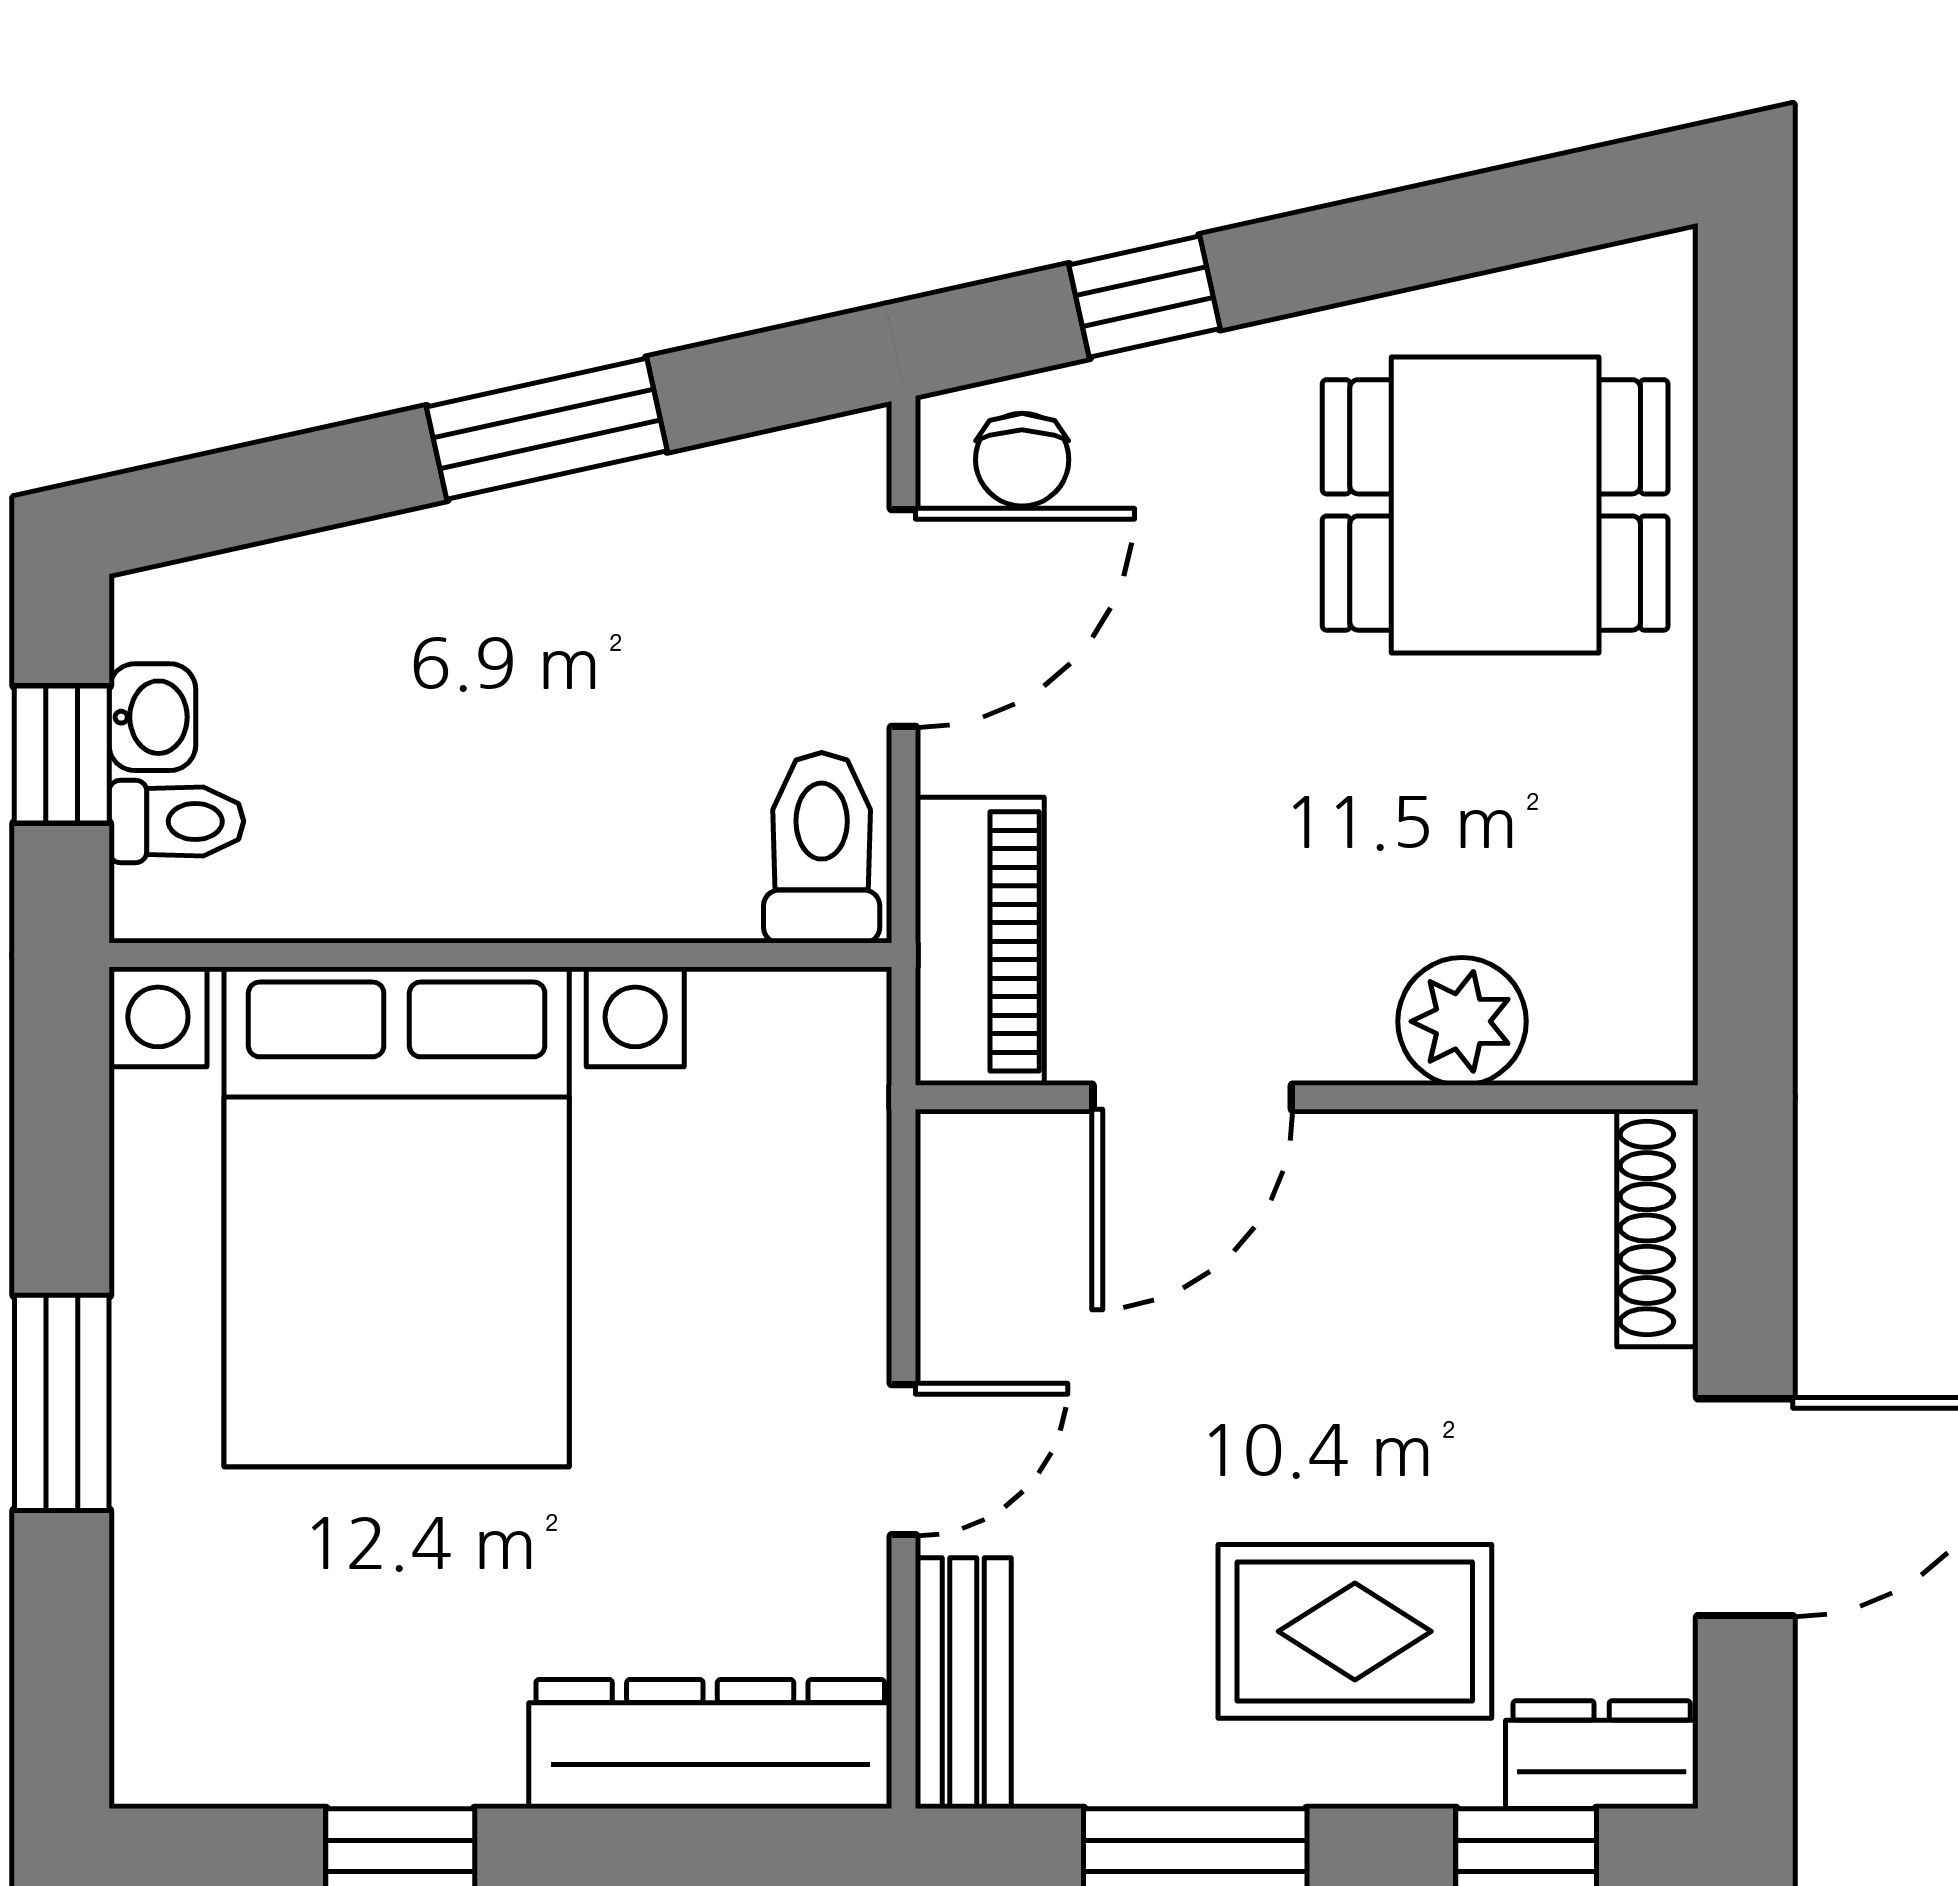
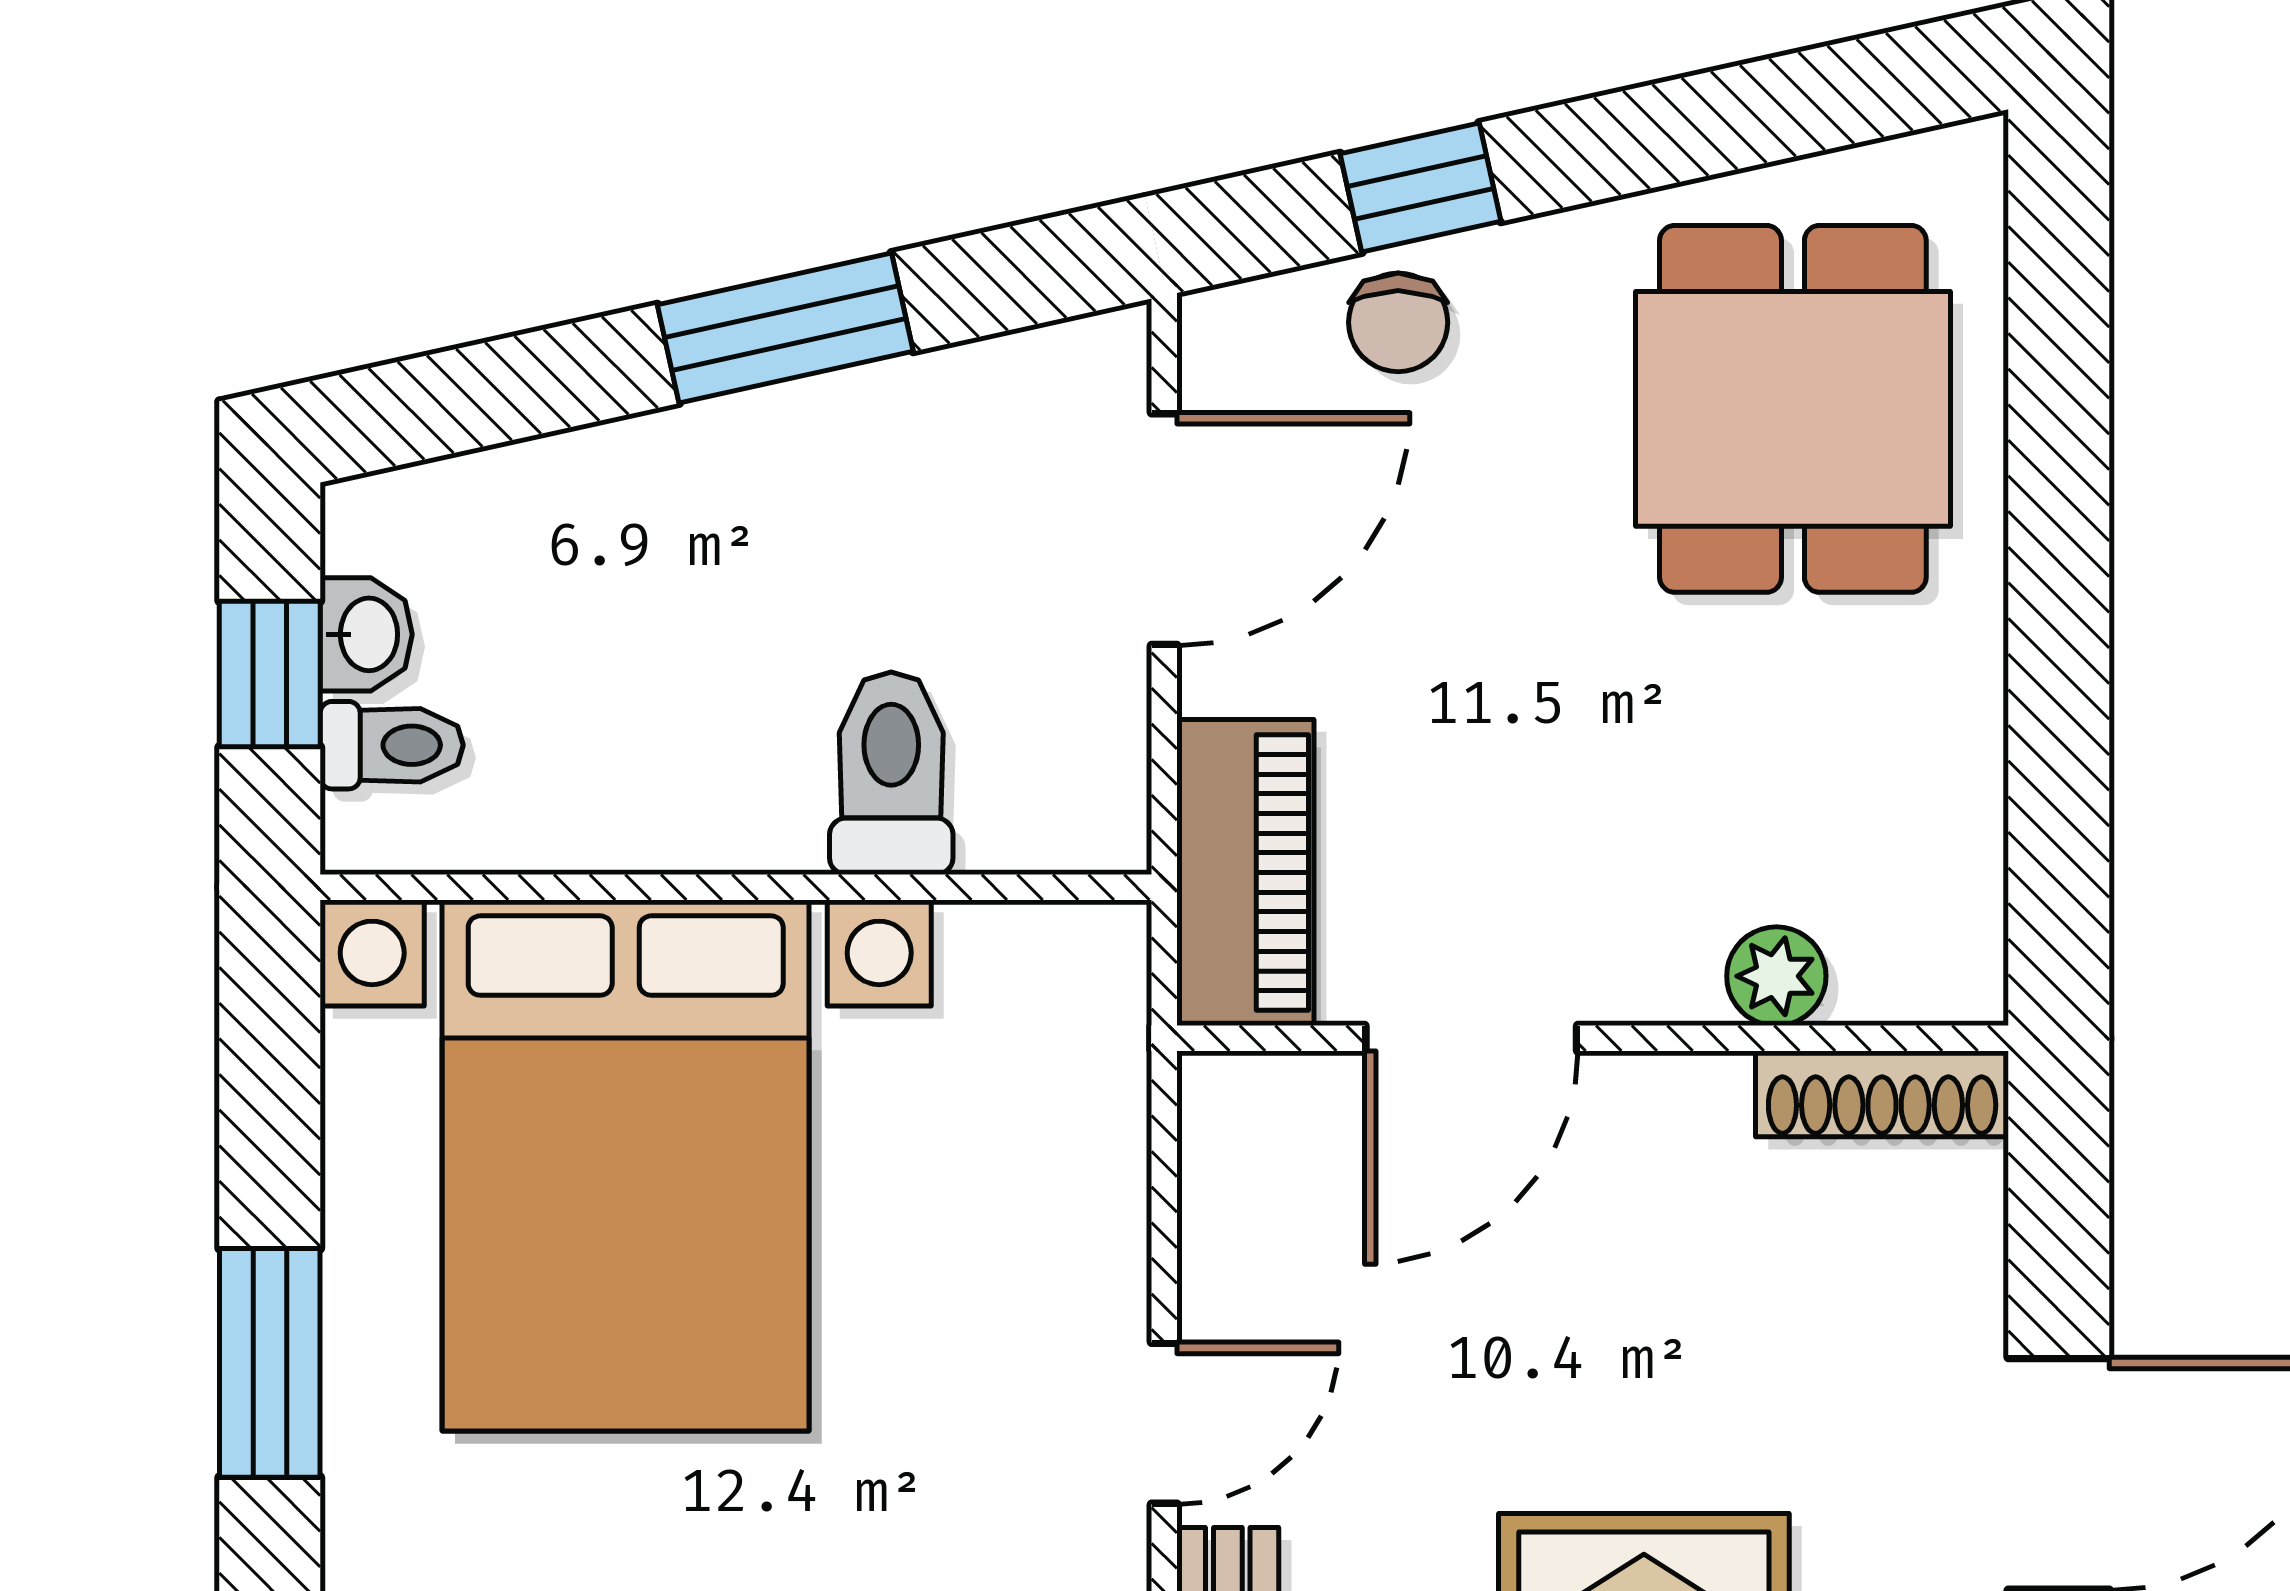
chair: (1022, 460) -> (1398, 322), moved
dining table: (1495, 505) -> (1793, 409), turned 90
toilet: (822, 848) -> (891, 773), moved
plant: (1462, 1021) -> (1776, 976), width x0.73, depth x0.73
shoe rack: (1657, 1228) -> (1882, 1094), moved, turned -90

